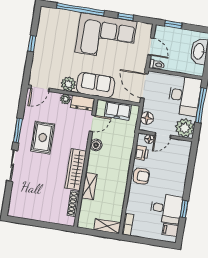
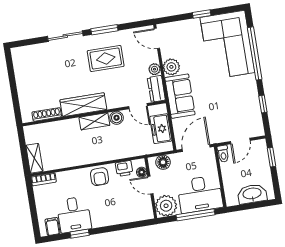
corner sofa: (106, 37) -> (227, 45), moved
shelving: (89, 186) -> (94, 121), moved

